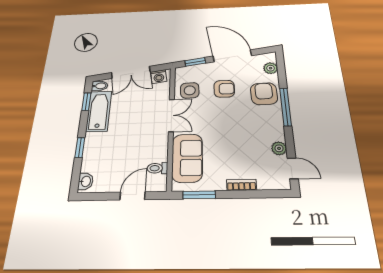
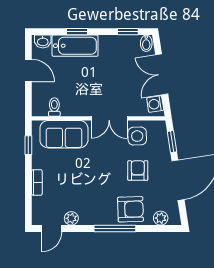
armchair: (224, 89) -> (138, 171), turned 180
bathtub: (99, 111) -> (75, 46), moved
window: (199, 195) -> (28, 145), width x0.67
door: (133, 196) -> (28, 70), moved

